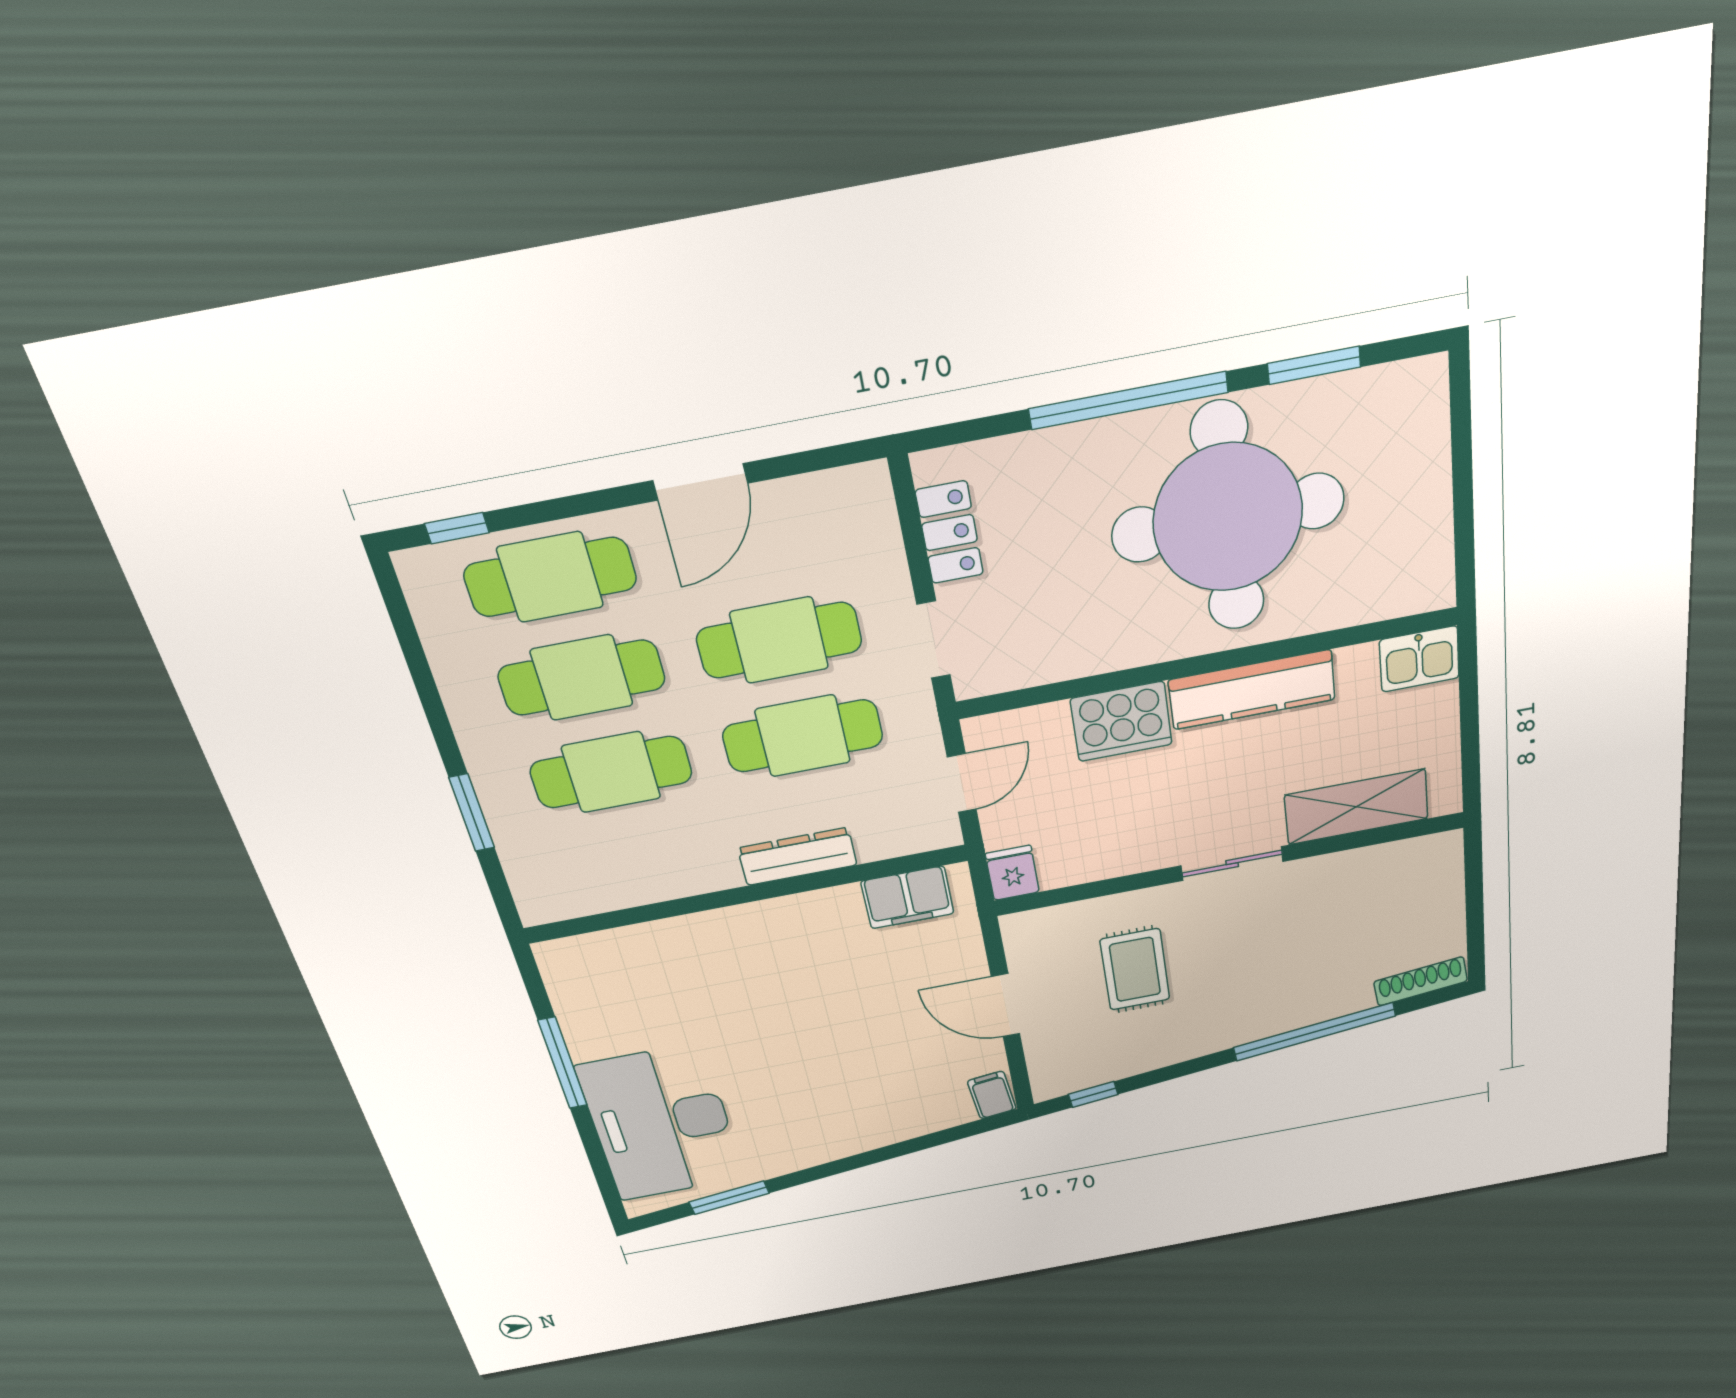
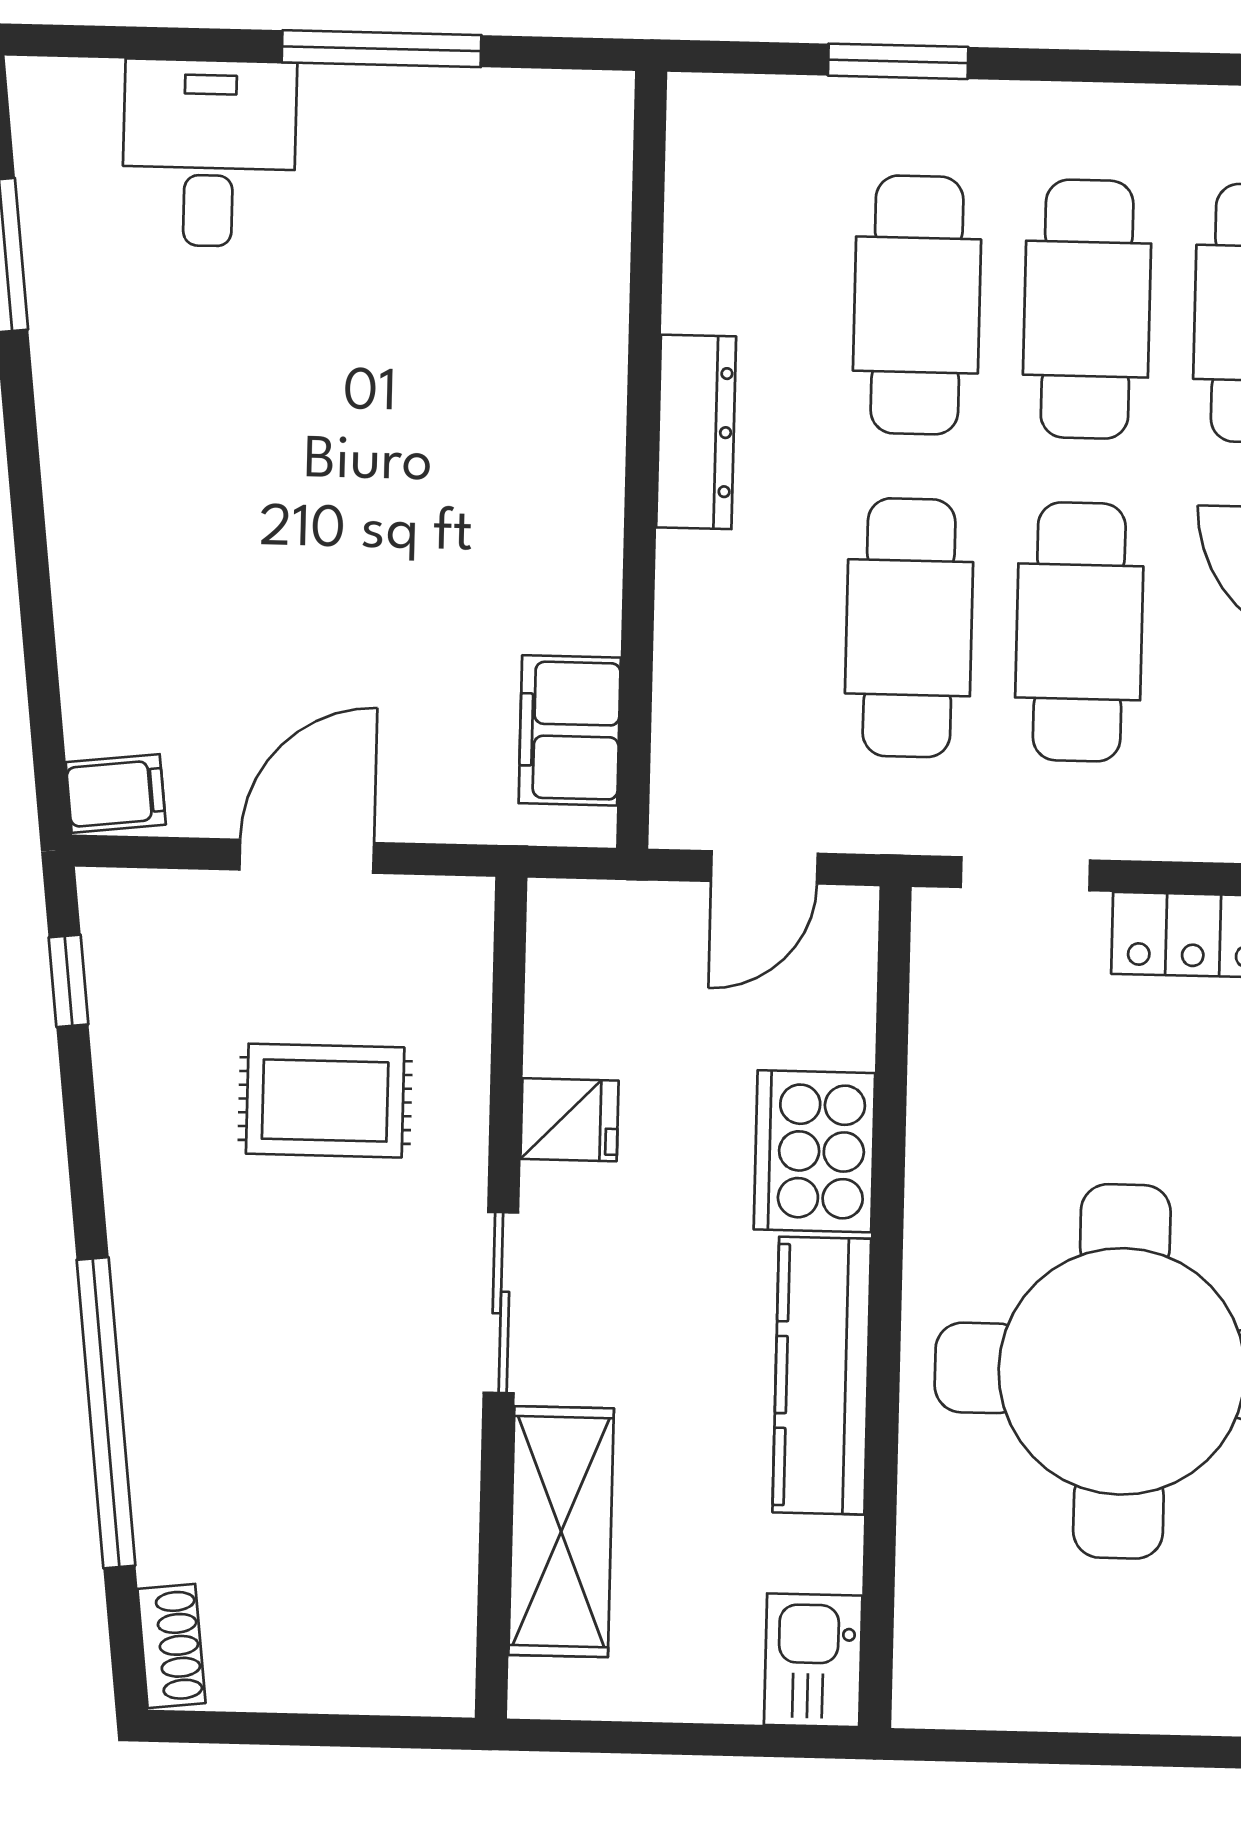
door: (962, 783) -> (764, 867), hinge flipped
dresser: (797, 856) -> (696, 432), moved
fridge: (1012, 873) -> (569, 1120), moved
shoe rack: (1421, 981) -> (171, 1646), width x0.70
desk: (661, 1123) -> (209, 153), width x0.53, depth x0.77

